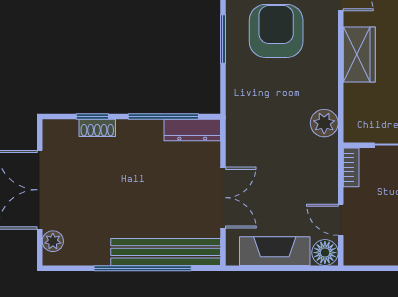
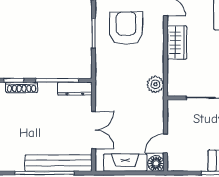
shoe rack: (97, 128) -> (22, 87), width x1.43
bookcase: (351, 167) -> (172, 111), removed
door: (341, 220) -> (165, 143), hinge flipped

